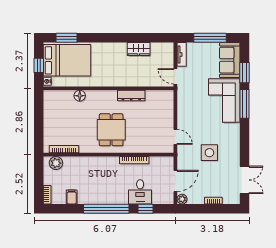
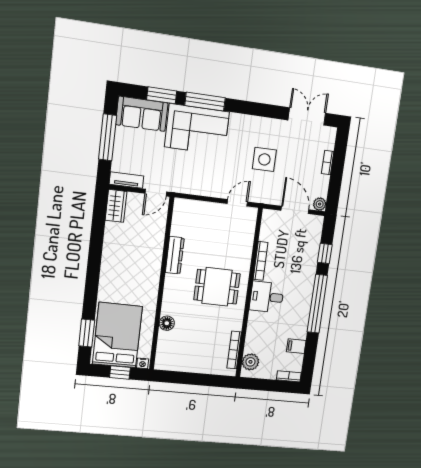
wardrobe: (139, 49) -> (116, 206), moved
desk: (140, 192) -> (267, 297), moved, turned 180

